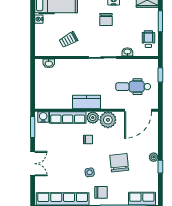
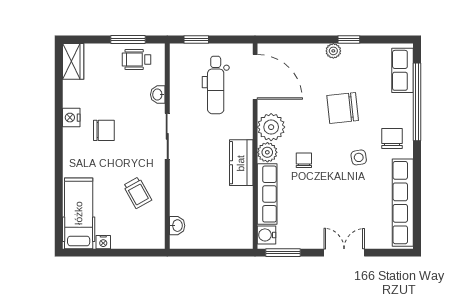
window: (160, 21) -> (128, 40), moved

